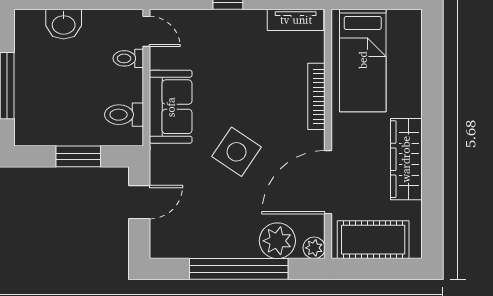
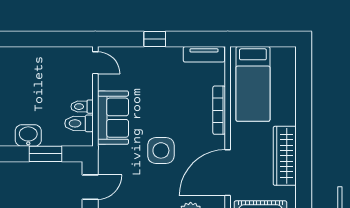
washbasin: (64, 24) -> (28, 135), moved, turned 180
toilet: (128, 58) -> (82, 107), moved
side table: (237, 152) -> (161, 150), turned -34

